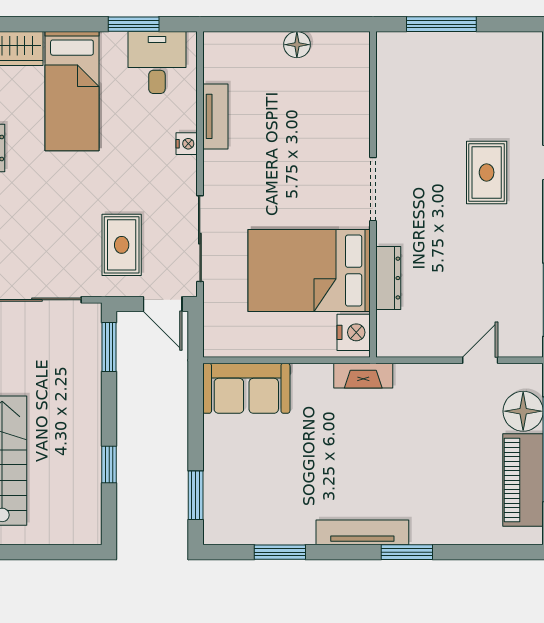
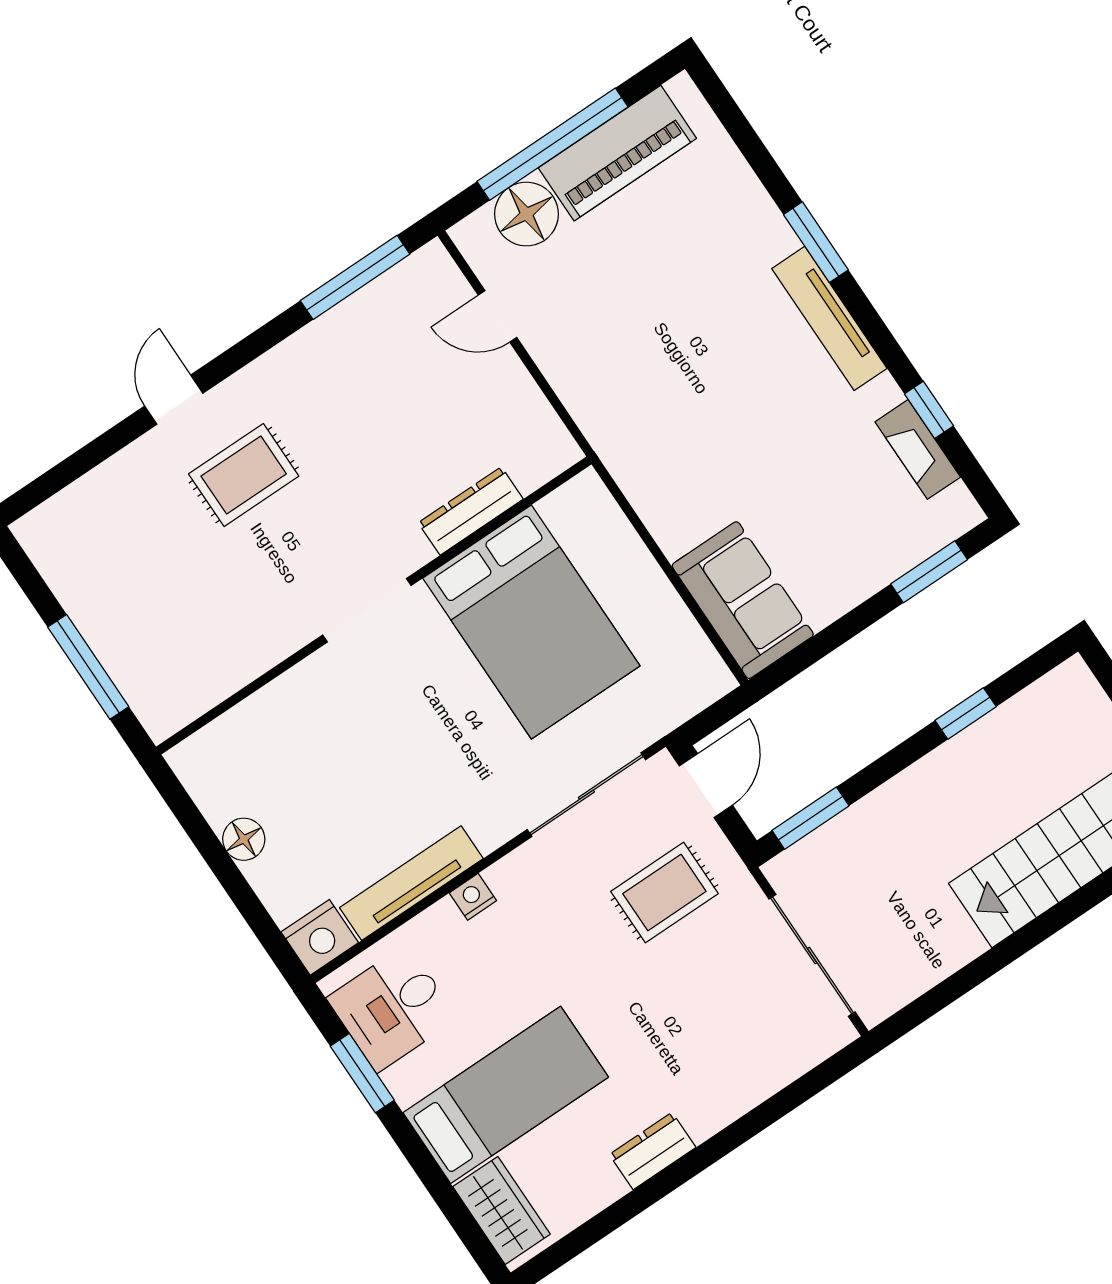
tv unit: (215, 116) -> (411, 883), width x1.41
nightstand: (354, 332) -> (320, 937), moved, turned 180
fireplace: (363, 376) -> (918, 449), moved, turned 180
window: (280, 552) -> (929, 410), width x0.67

